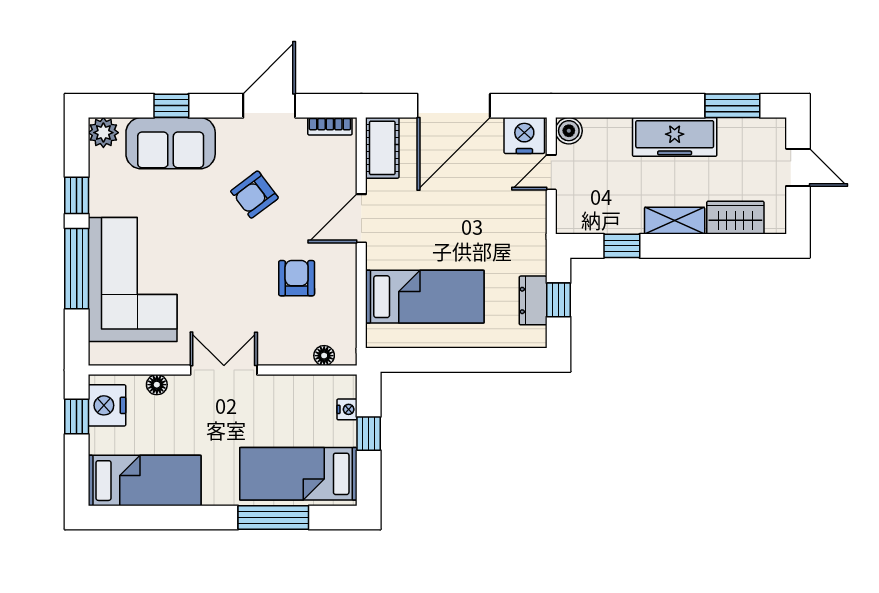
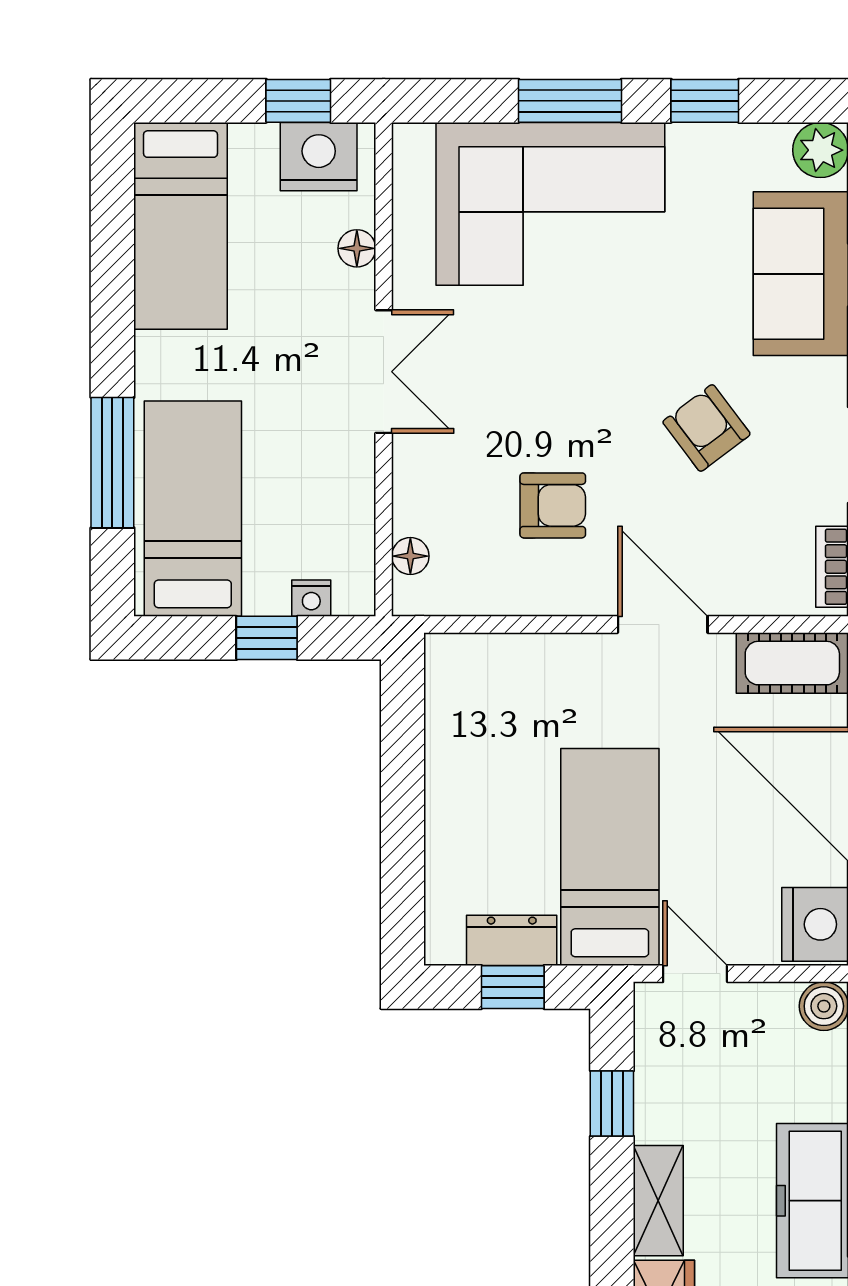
door: (551, 172) -> (695, 974), moved
window: (77, 269) -> (570, 101), width x0.69
bed: (425, 297) -> (610, 857), moved, turned 180

